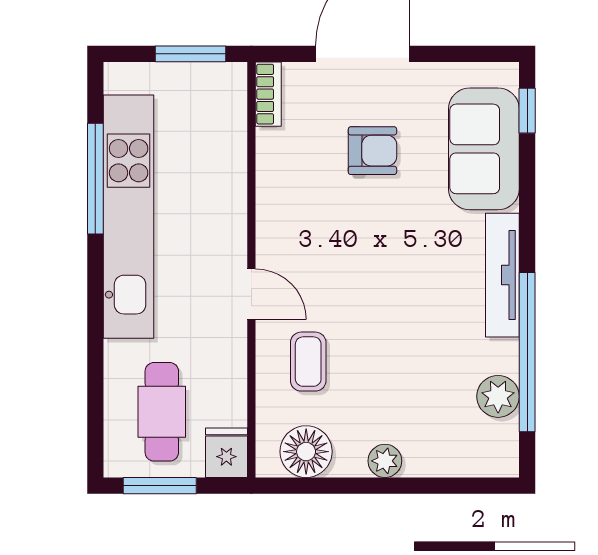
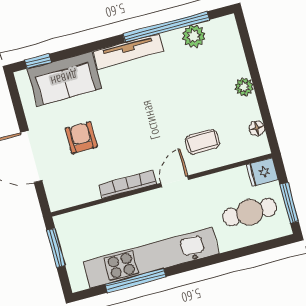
bookcase: (268, 94) -> (128, 184), moved, width x1.56
floor lamp: (306, 452) -> (257, 128), width x0.53, depth x0.53

